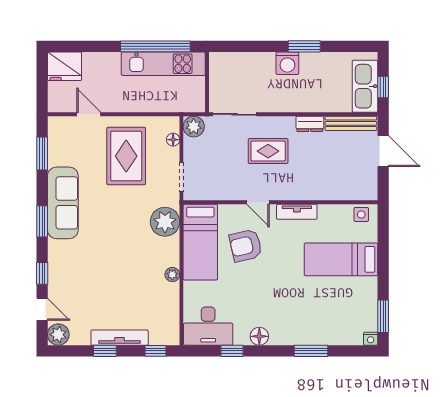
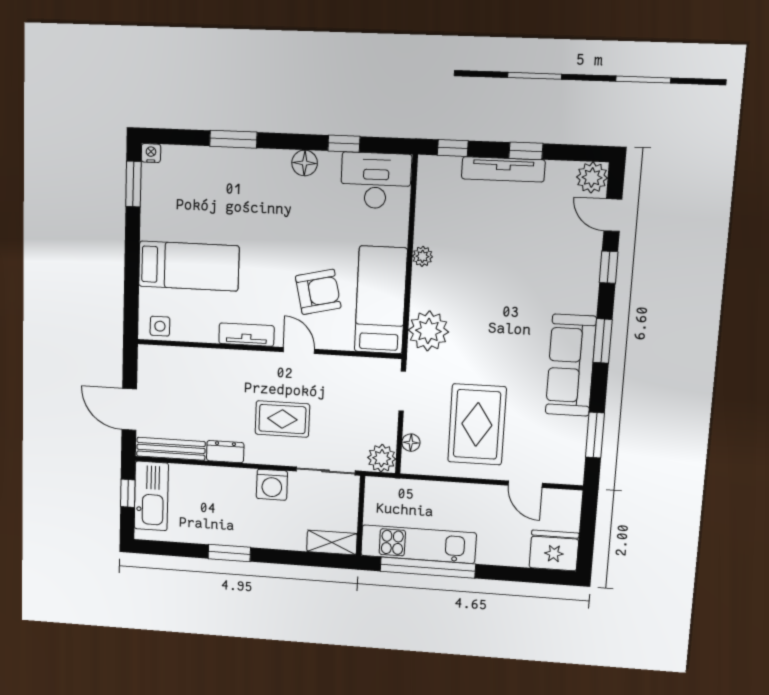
shelving: (227, 60) -> (332, 543), added
washing machine: (287, 63) -> (272, 485), moved, turned 180

